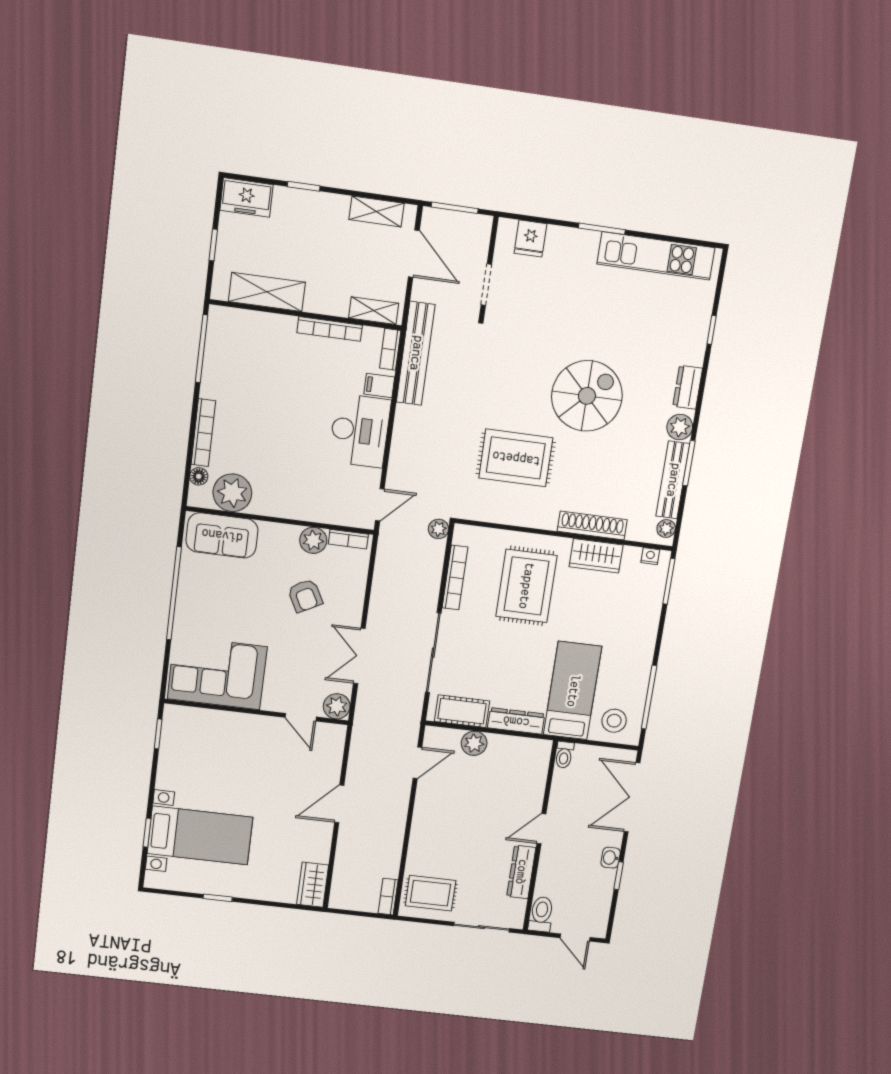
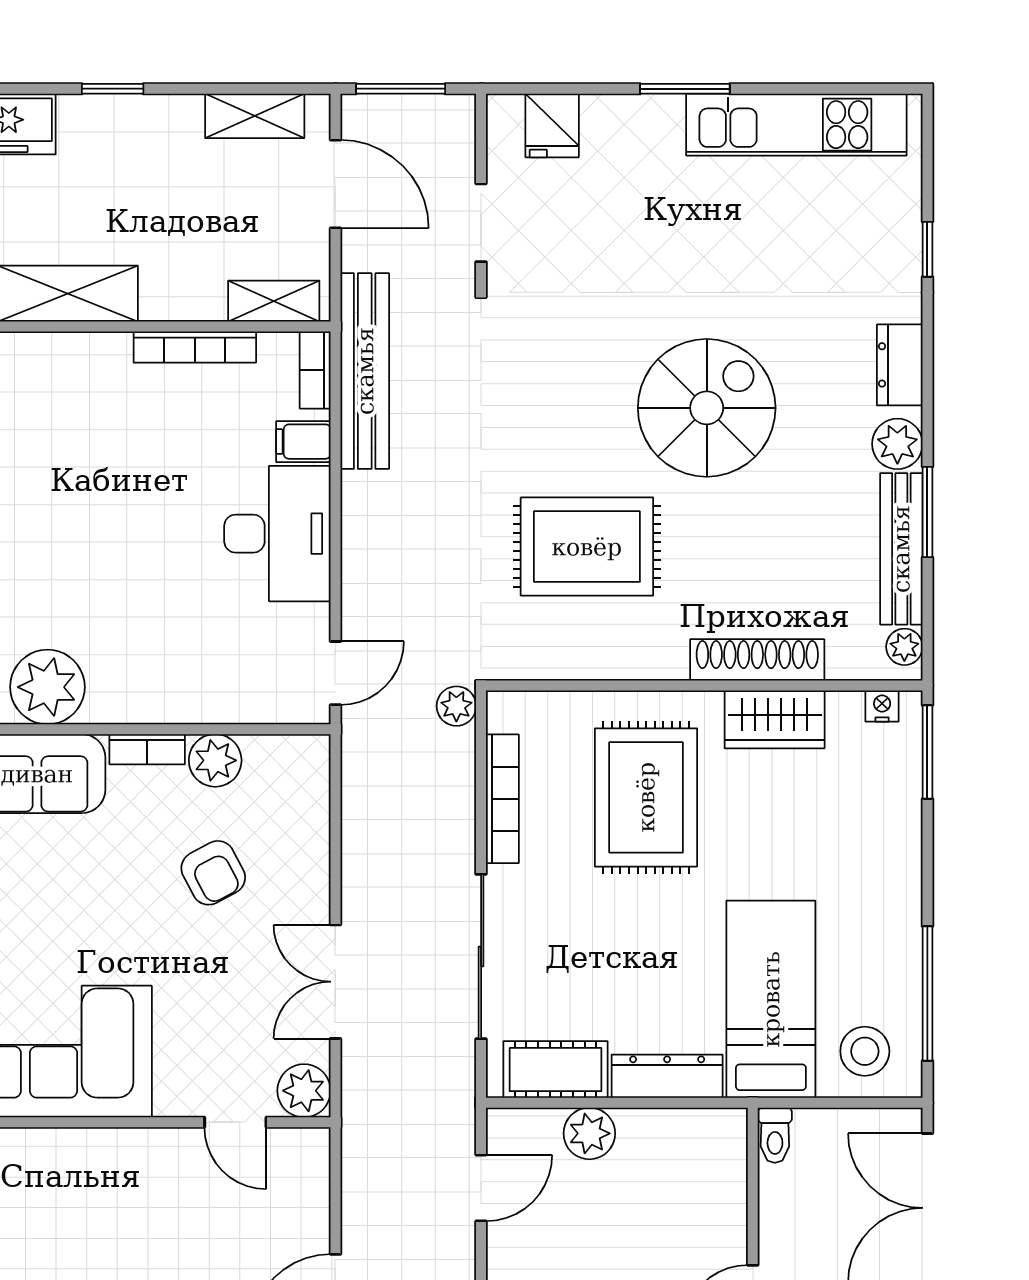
bookcase: (348, 539) -> (147, 749), moved

